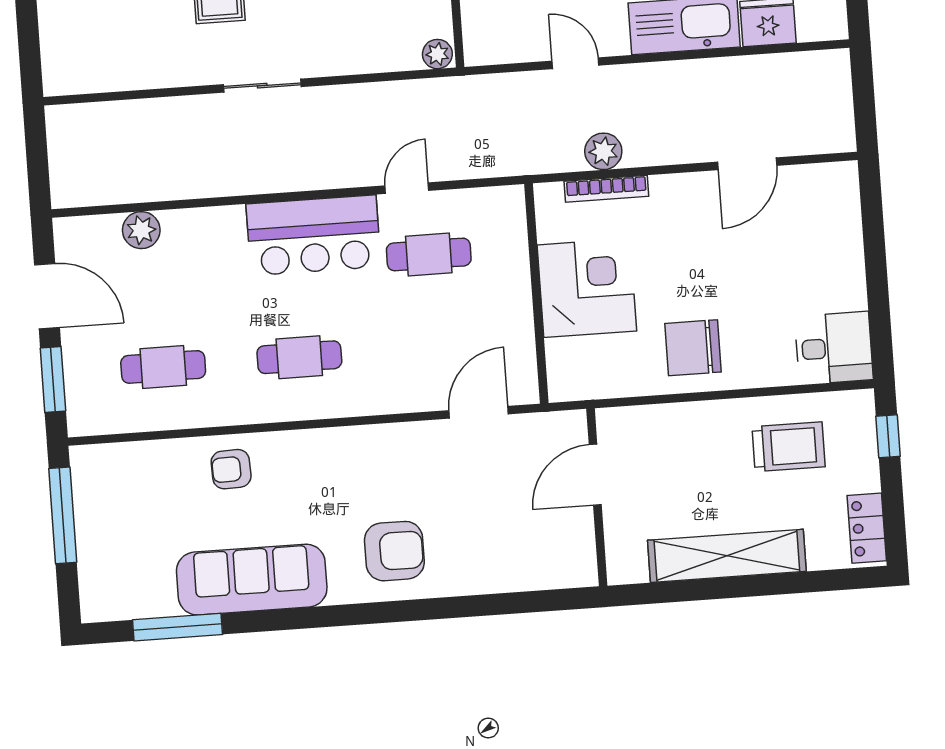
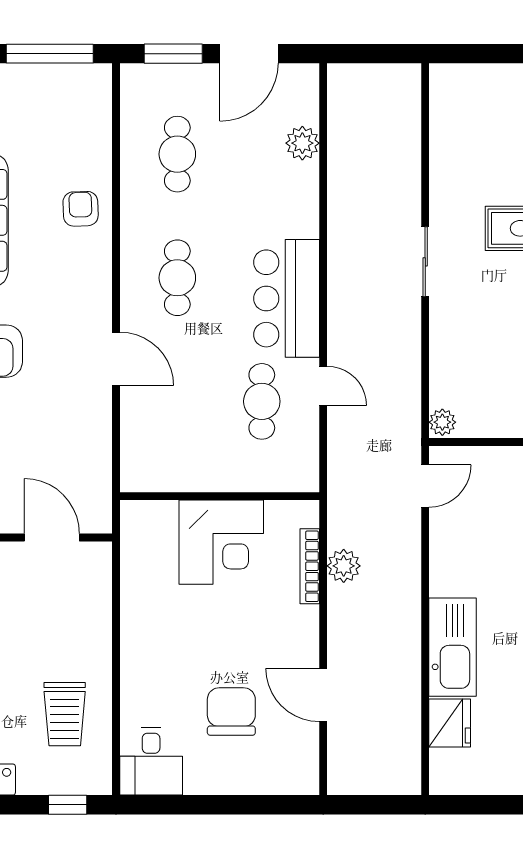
door: (575, 63) -> (425, 486), moved
chair: (693, 348) -> (231, 712), moved
door: (479, 412) -> (116, 359), moved

